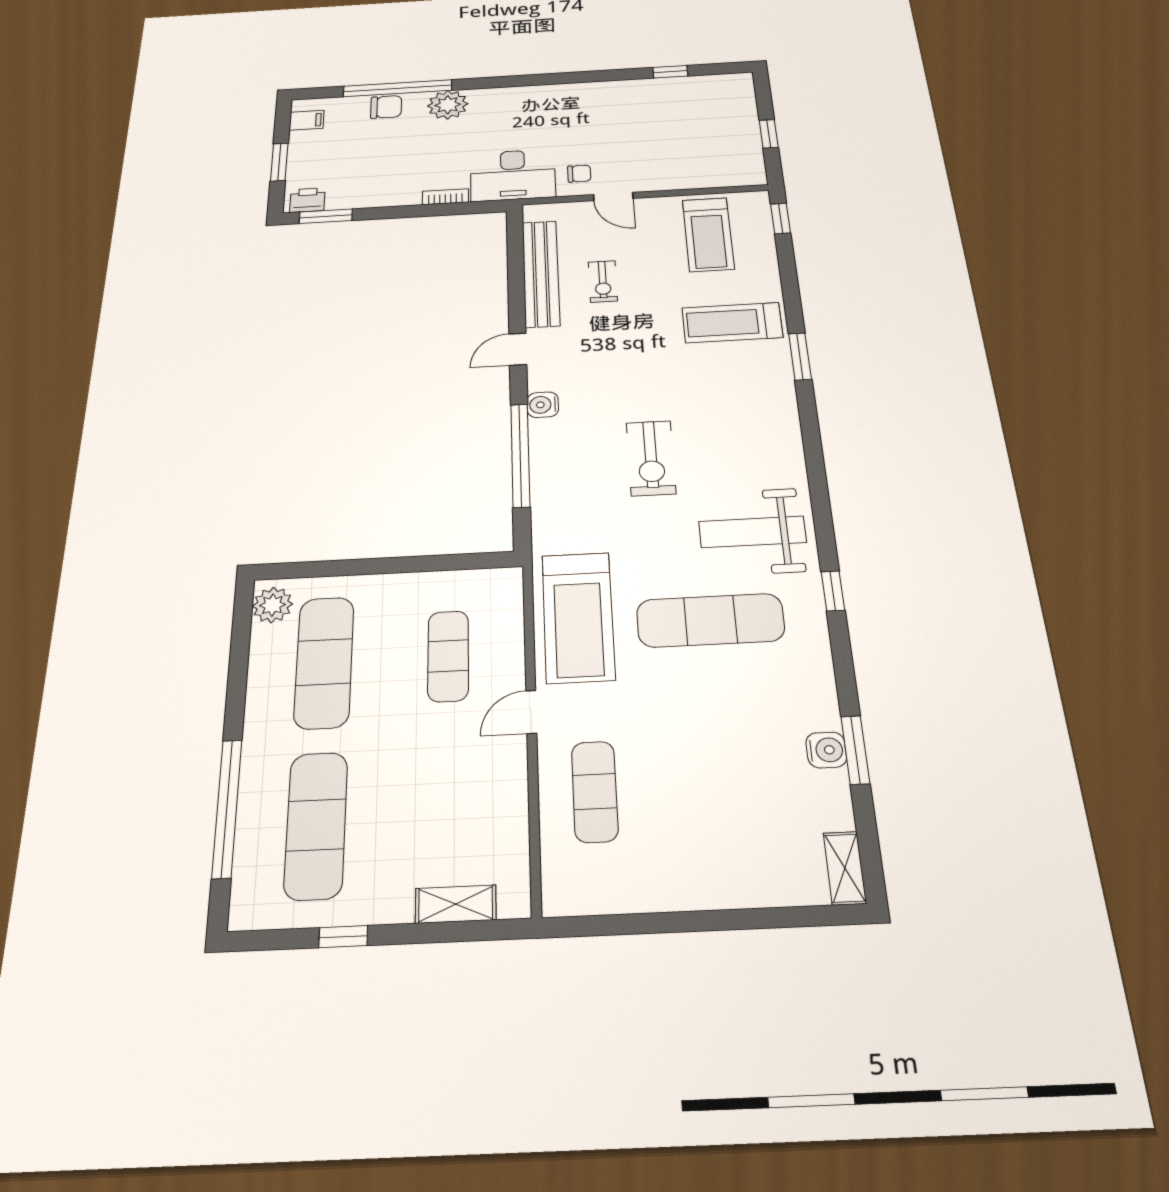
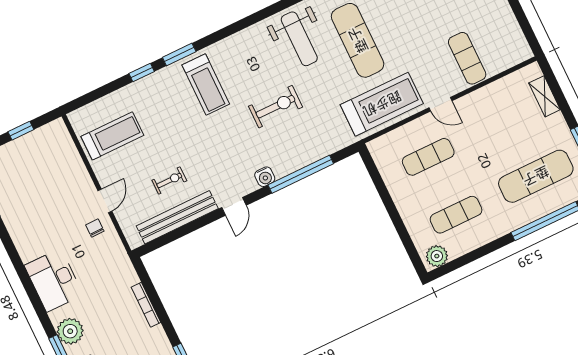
desk: (513, 175) -> (54, 280), moved, turned 180
bookcase: (445, 197) -> (146, 305), width x1.56
window: (781, 218) -> (142, 72), moved
treadmill: (732, 323) -> (206, 85), moved
door: (518, 349) -> (234, 206), hinge flipped
exercise mat: (324, 662) -> (456, 215), width x0.73, depth x0.69
exercise mat: (595, 791) -> (467, 58), turned 90

